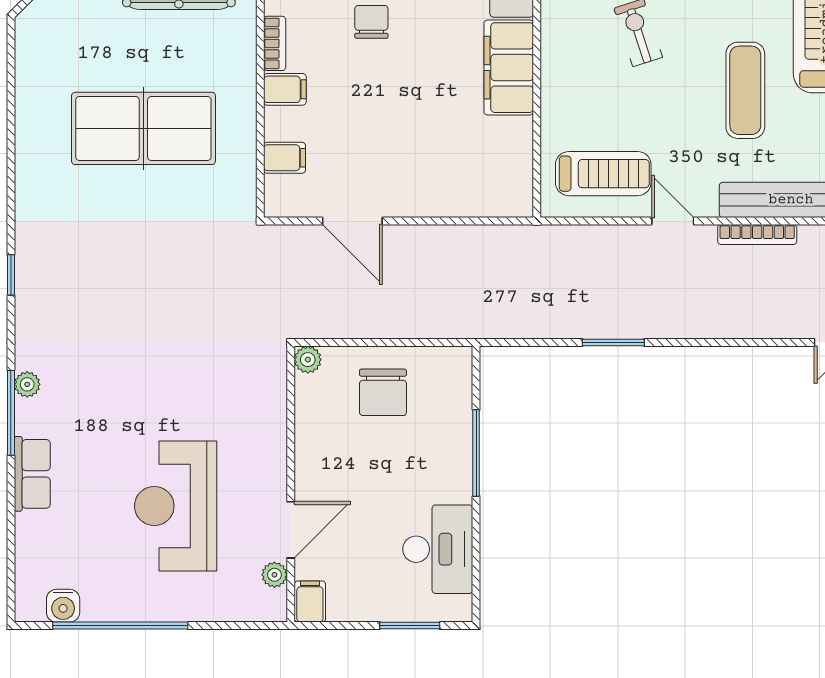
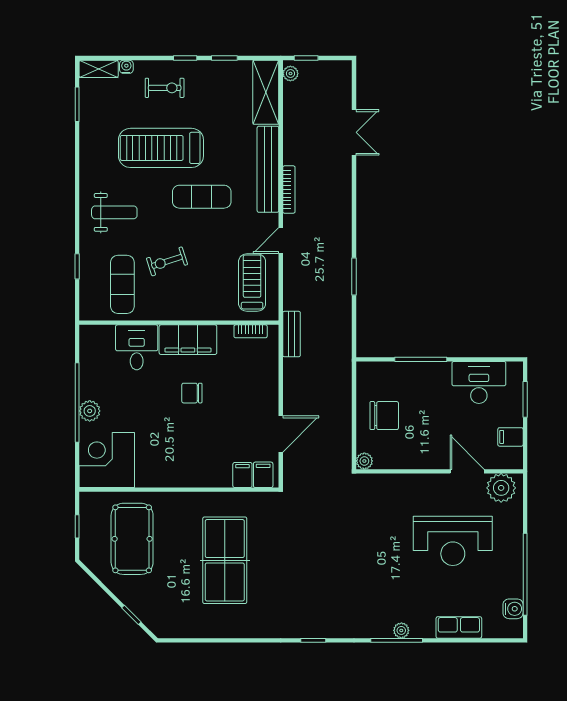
chair: (371, 22) -> (192, 393), moved
bookcase: (275, 43) -> (251, 331), moved, turned 180
filing cabinet: (285, 89) -> (263, 475), moved
bench: (518, 239) -> (291, 334), added
plant: (27, 384) -> (401, 630), moved
row of seats: (32, 474) -> (459, 627), moved
plant: (274, 575) -> (501, 488), width x1.87, depth x1.87
filing cabinet: (310, 601) -> (510, 437), moved

